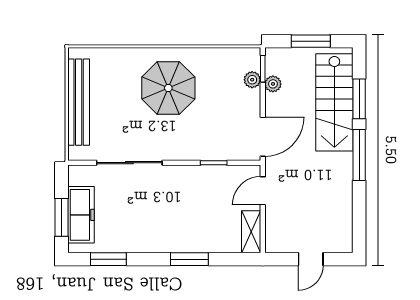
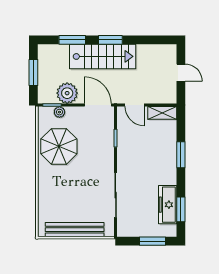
plant: (273, 84) -> (67, 93), width x1.88, depth x1.88
parasol: (168, 88) -> (59, 146), moved
stairs: (334, 102) -> (103, 56), moved
window: (359, 155) -> (110, 40), width x0.69
freezer: (81, 215) -> (168, 205), moved, turned -90

